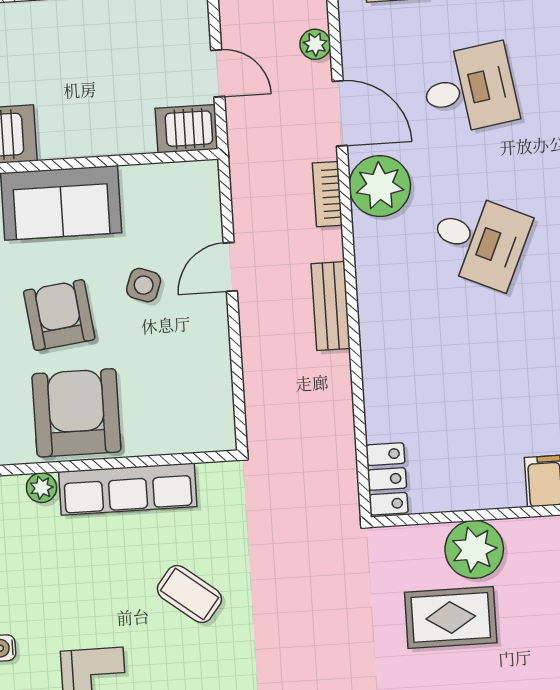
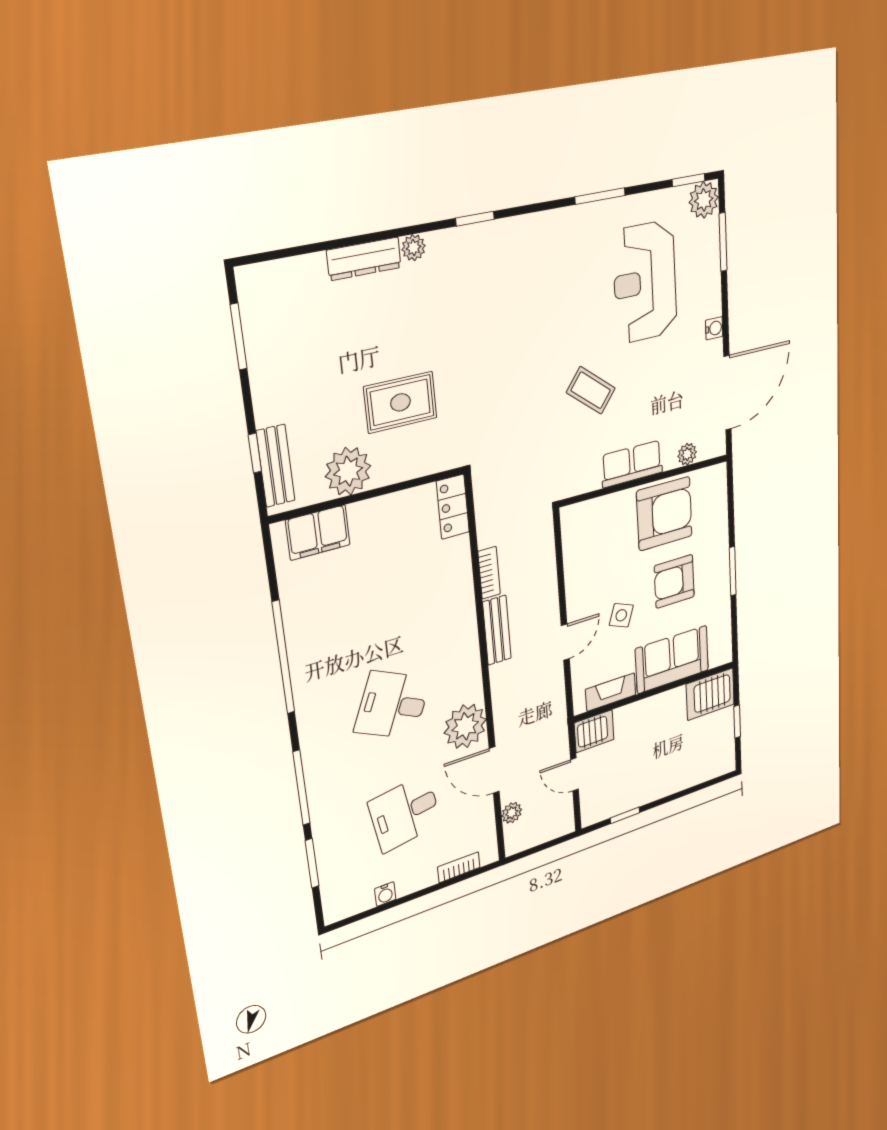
fireplace: (160, 179) -> (611, 692), added
bookcase: (327, 194) -> (489, 573), moved
armchair: (59, 315) -> (674, 581), turned 97
armchair: (76, 413) -> (664, 514), turned -90
row of seats: (128, 489) -> (632, 464), width x0.68
plant: (474, 549) -> (348, 471), moved

